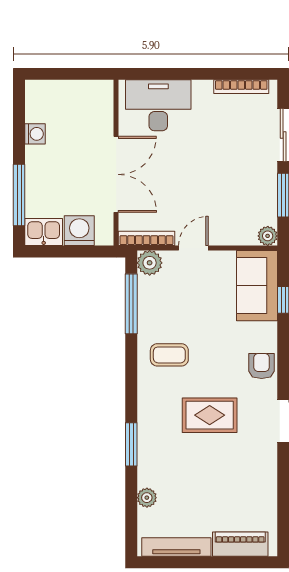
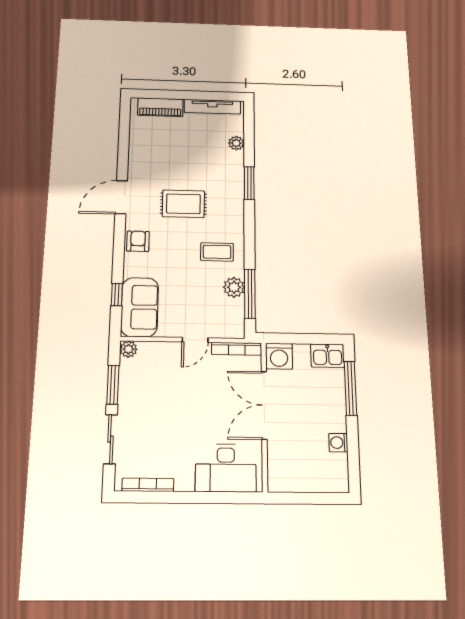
washing machine: (79, 231) -> (279, 356), moved
plant: (150, 263) -> (234, 287), moved
armchair: (262, 366) -> (138, 241), turned 180

